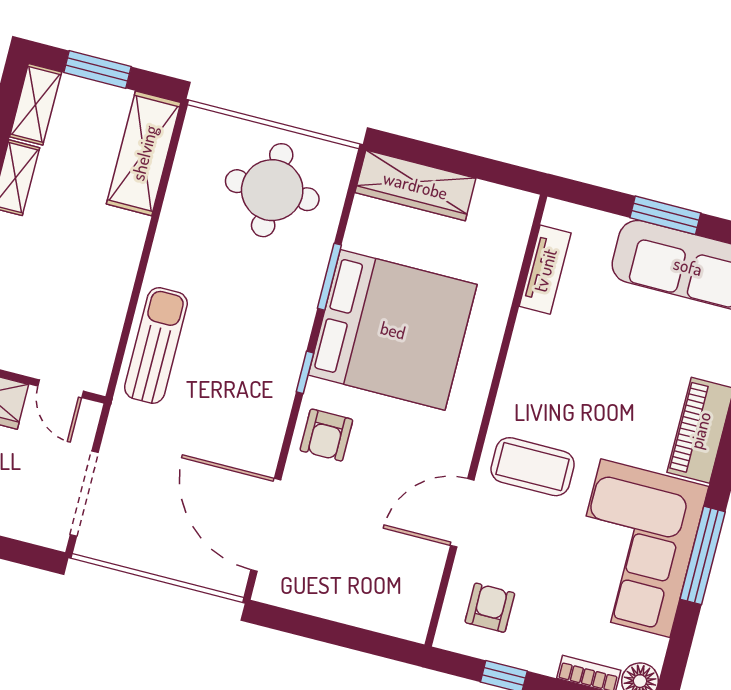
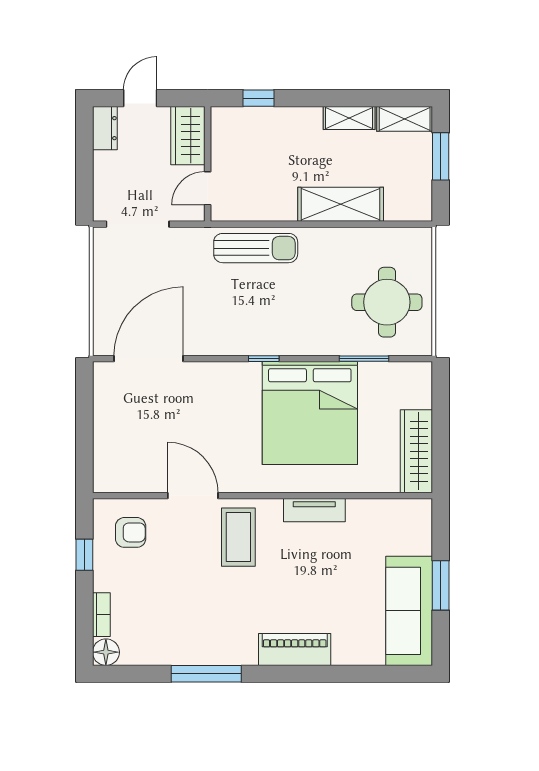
shelving: (144, 153) -> (341, 204), moved
wardrobe: (415, 185) -> (416, 451), moved
tv unit: (545, 270) -> (314, 510), moved
window: (329, 277) -> (364, 359), moved
armchair: (326, 435) -> (223, 385), removed
corner sofa: (635, 548) -> (199, 625), removed

